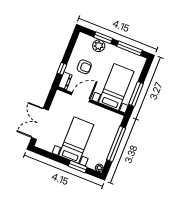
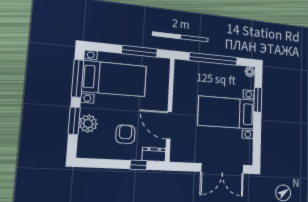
bed with nightstands: (116, 87) -> (114, 79), moved, turned 180

